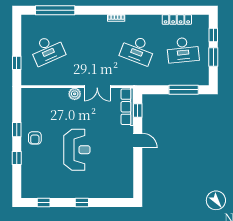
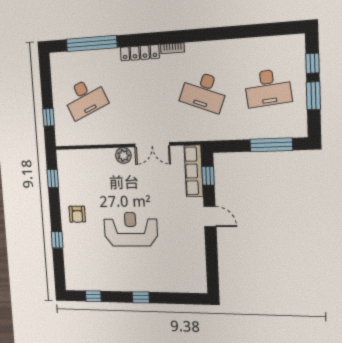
locker: (177, 20) -> (140, 53), moved
window: (17, 130) -> (53, 178), moved
reception desk: (77, 150) -> (131, 229), turned -90

